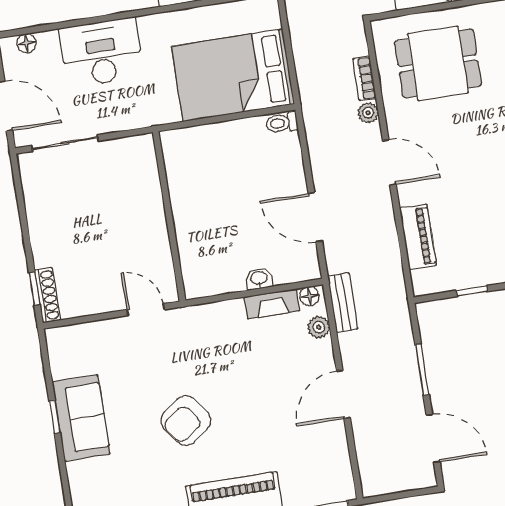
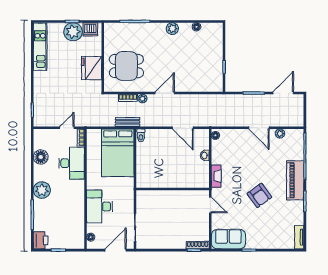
dining table: (438, 63) -> (126, 66), turned 90
door: (315, 217) -> (183, 128), hinge flipped
piano: (418, 237) -> (198, 86), removed
bench: (343, 303) -> (127, 122), moved
fireplace: (272, 304) -> (216, 176), moved
door: (146, 310) -> (210, 205), swing flipped
plant: (319, 327) -> (280, 134), moved
sofa: (81, 418) -> (228, 239), moved

